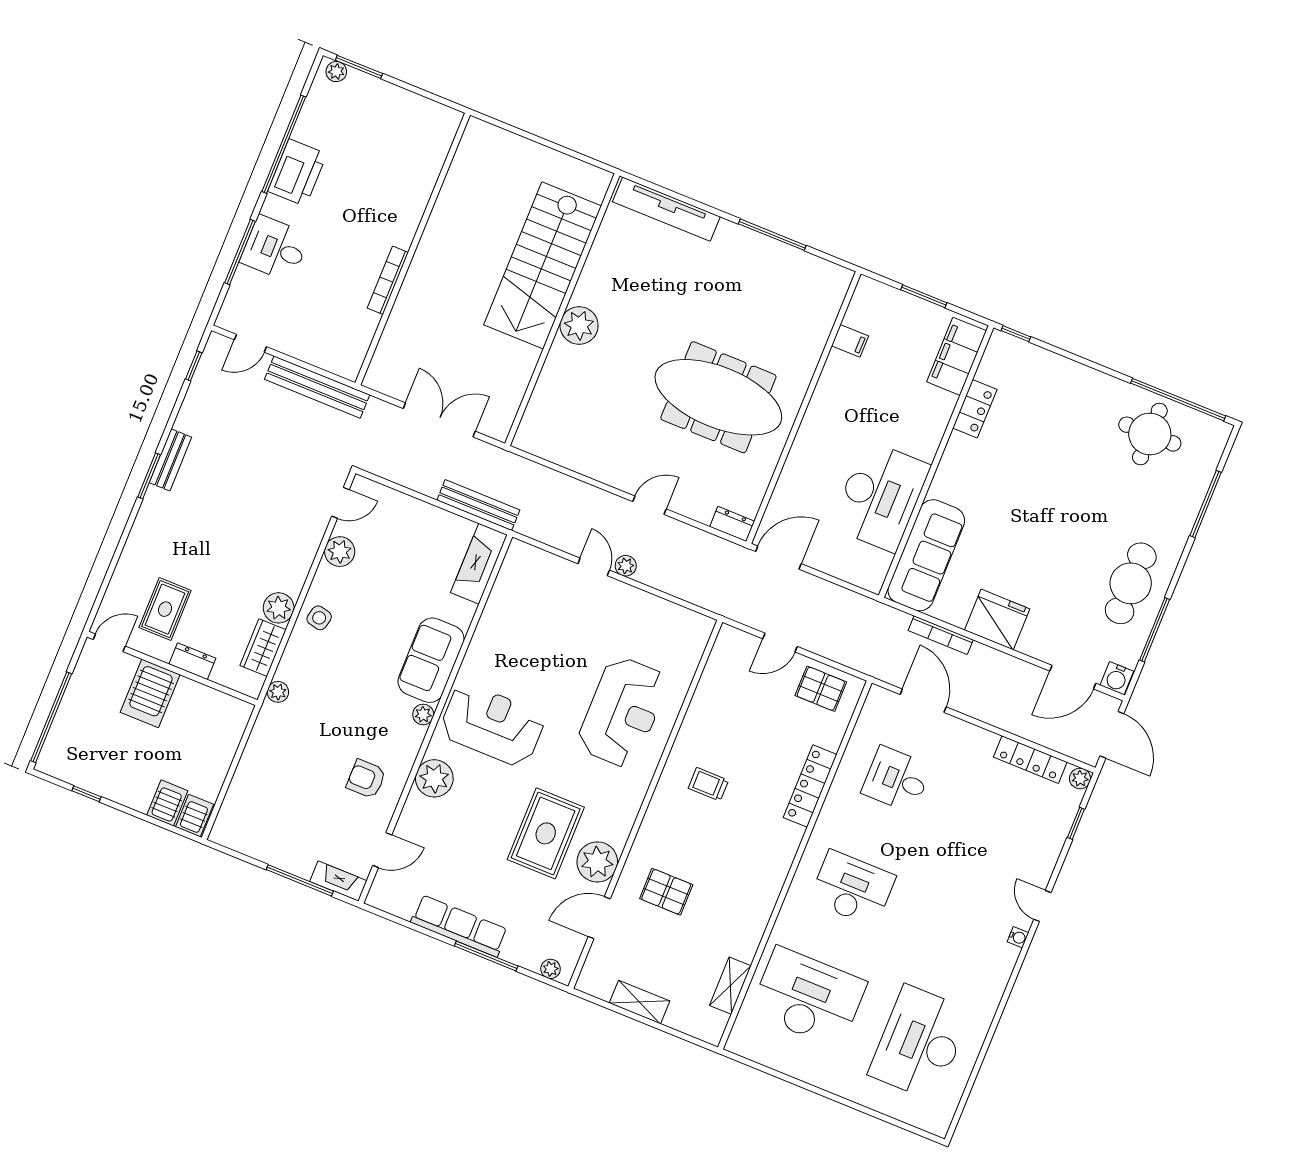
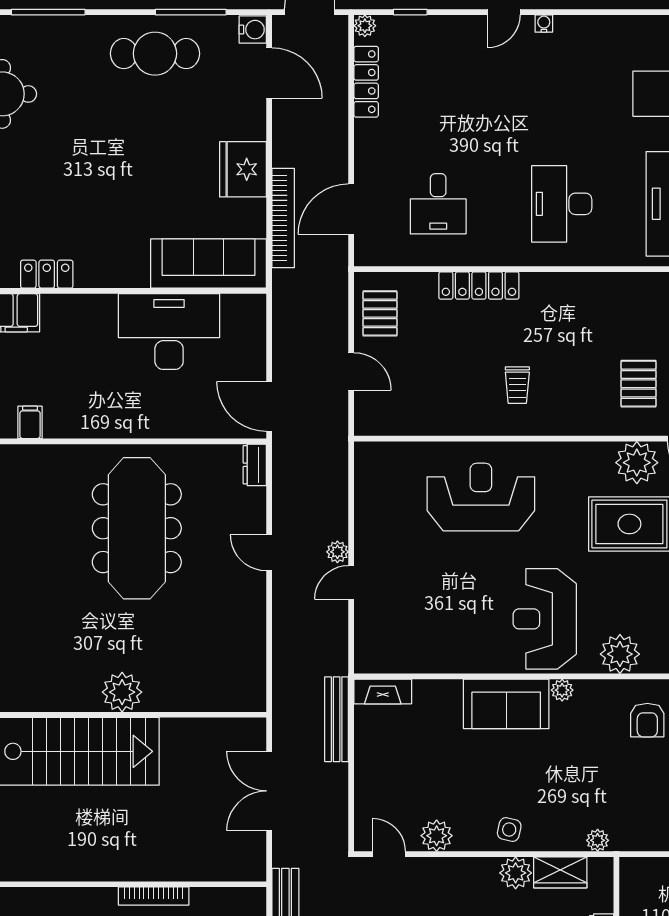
fireplace: (479, 564) -> (383, 692), width x0.73, depth x0.76
bookcase: (941, 635) -> (283, 218), width x1.48, depth x1.31

